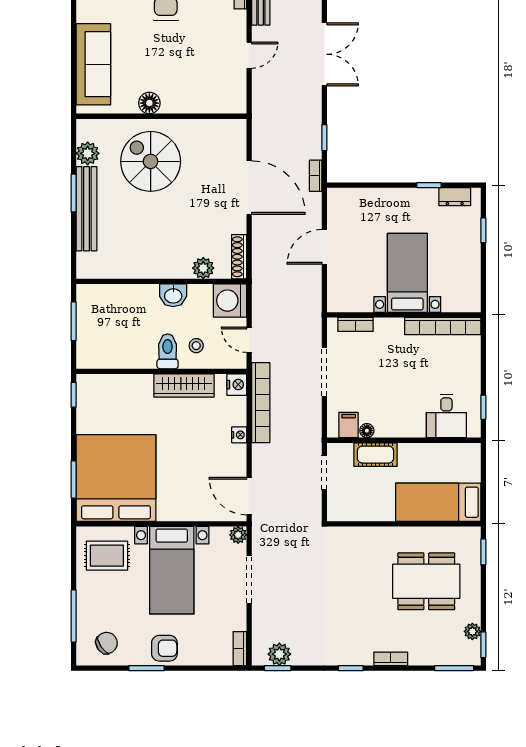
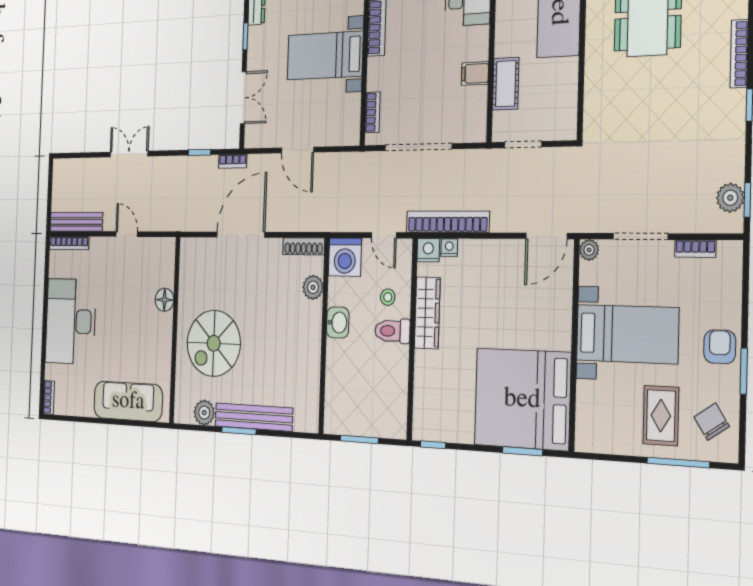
double door: (324, 54) -> (129, 154), width x0.73
floor lamp: (149, 103) -> (164, 300), moved
double door: (373, 185) -> (243, 98), added
door: (249, 340) -> (384, 235), hinge flipped
doorway: (324, 372) -> (418, 147), width x1.36
filing cabinet: (349, 425) -> (475, 73), moved
floor lamp: (367, 431) -> (480, 95), removed
nightstand: (239, 435) -> (449, 247), moved
rug: (107, 556) -> (661, 416), moved
bookcase: (240, 649) -> (695, 249), moved
bookcase: (391, 659) -> (739, 54), width x1.56

